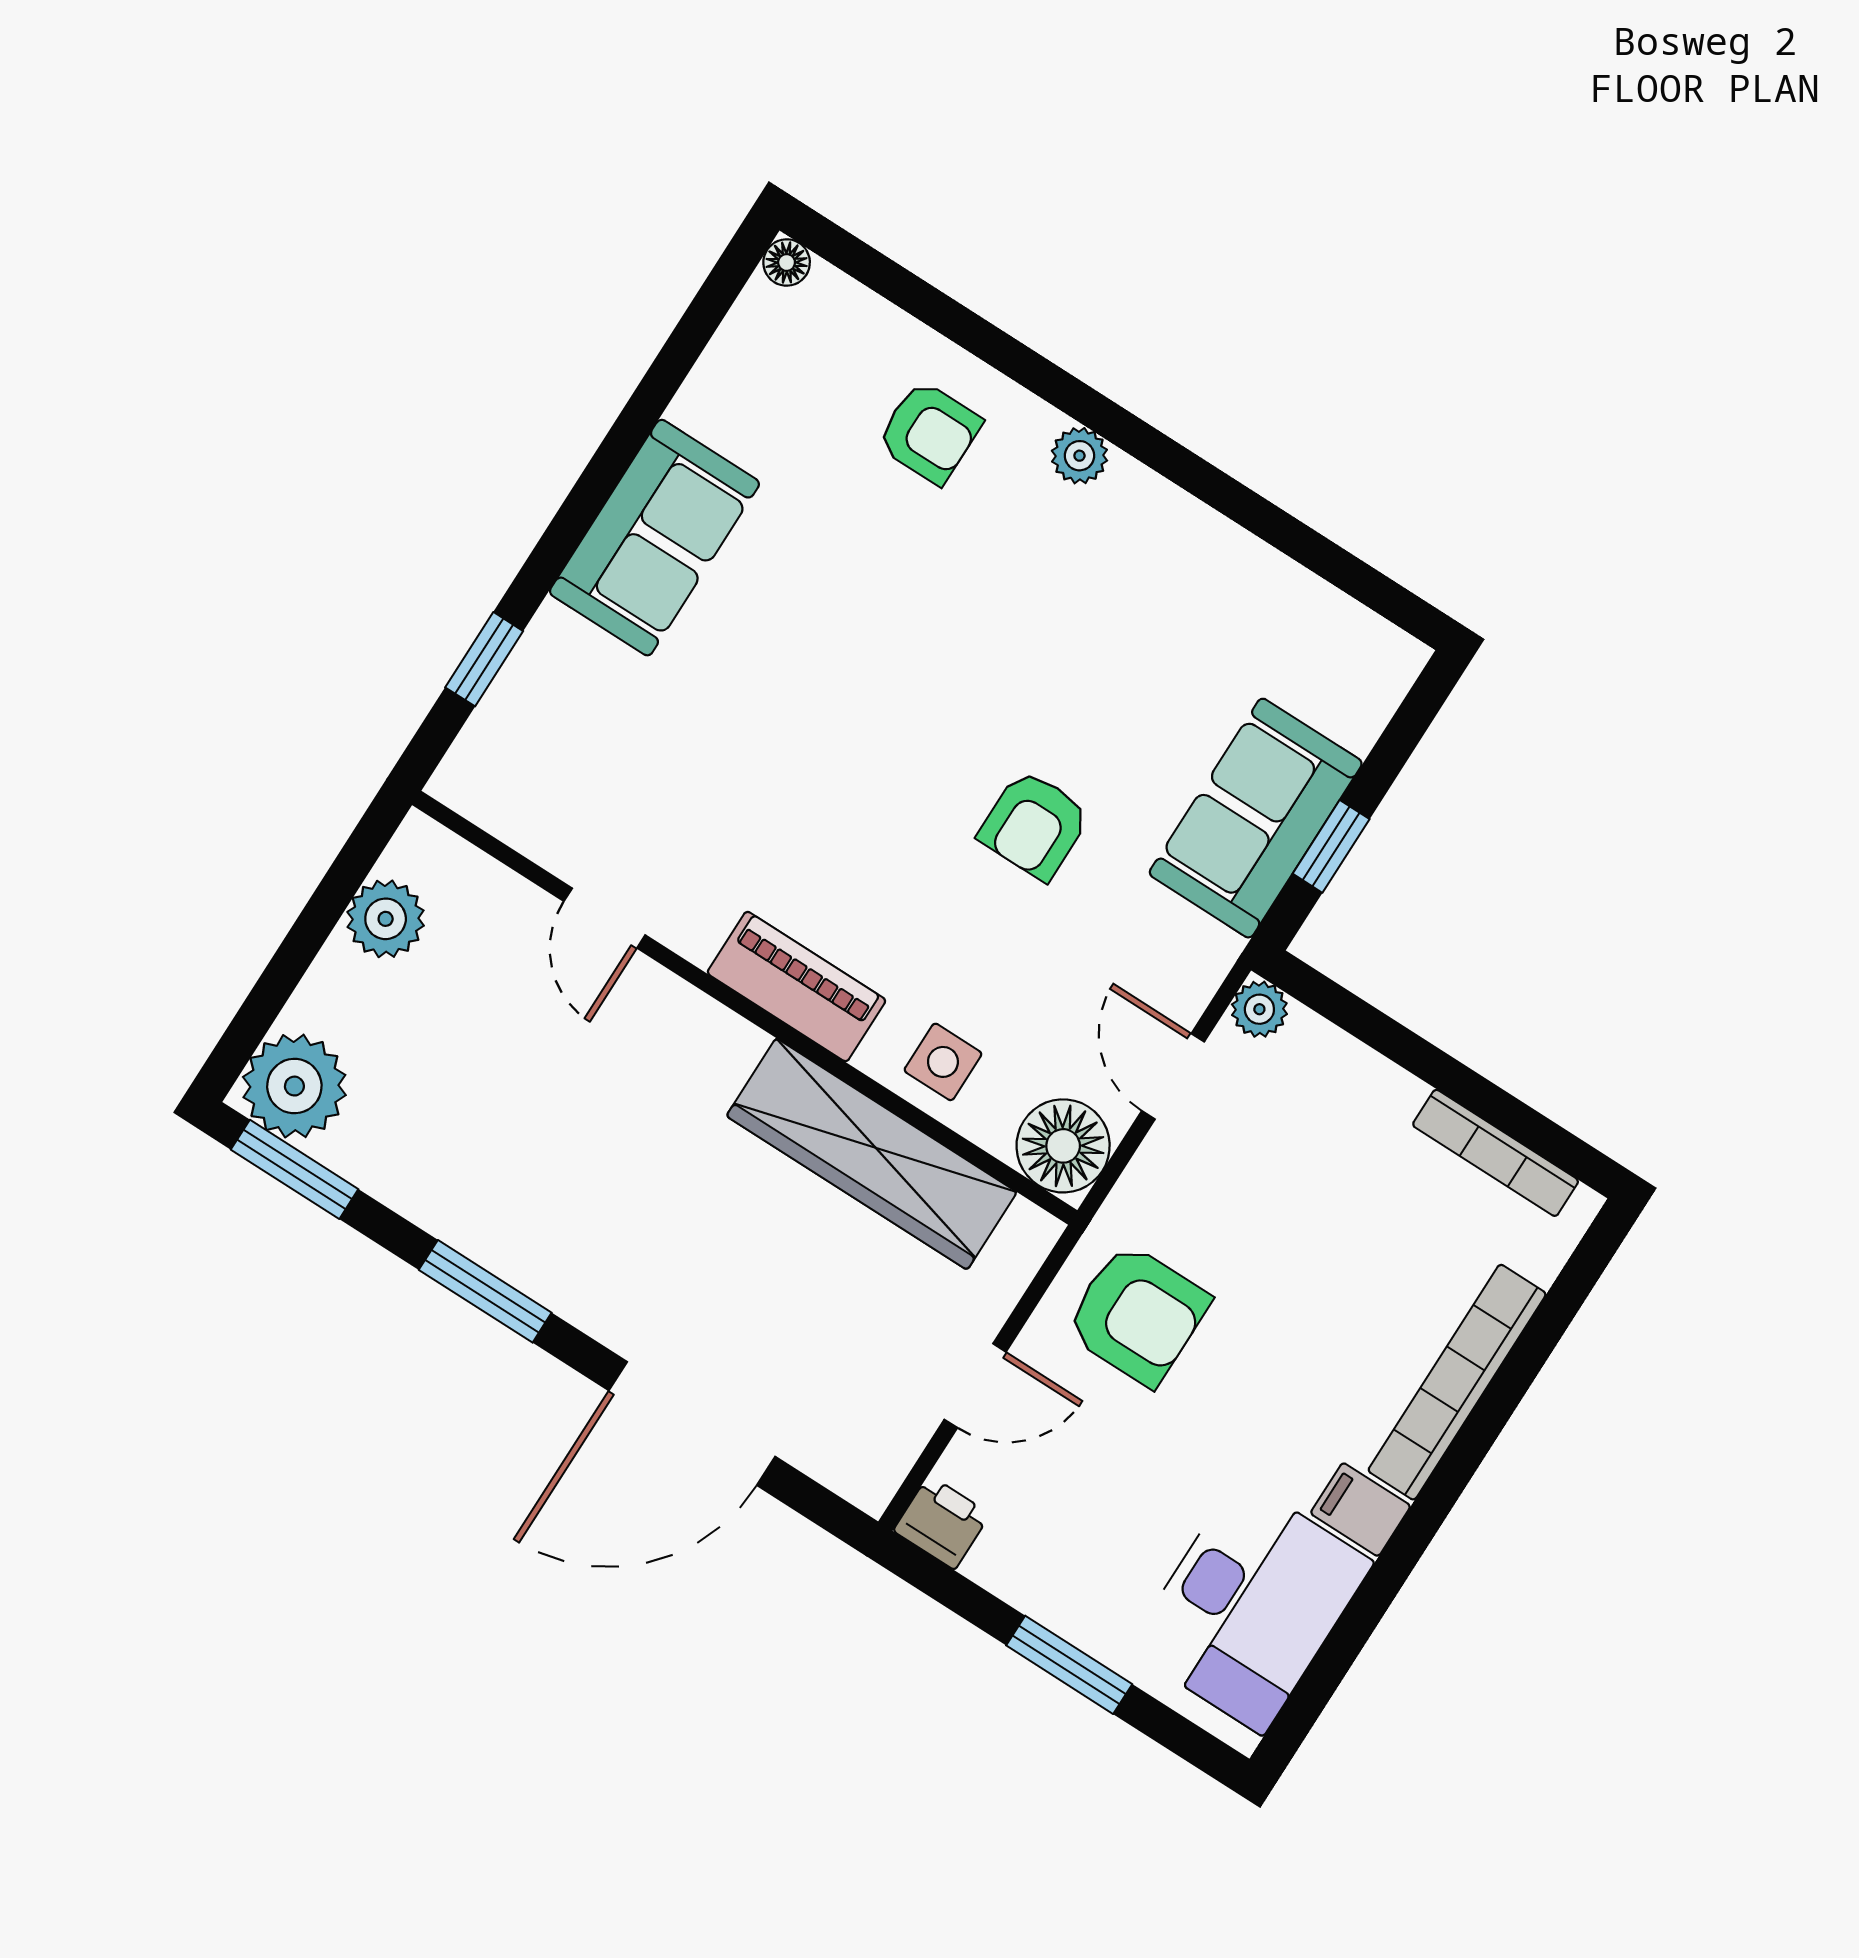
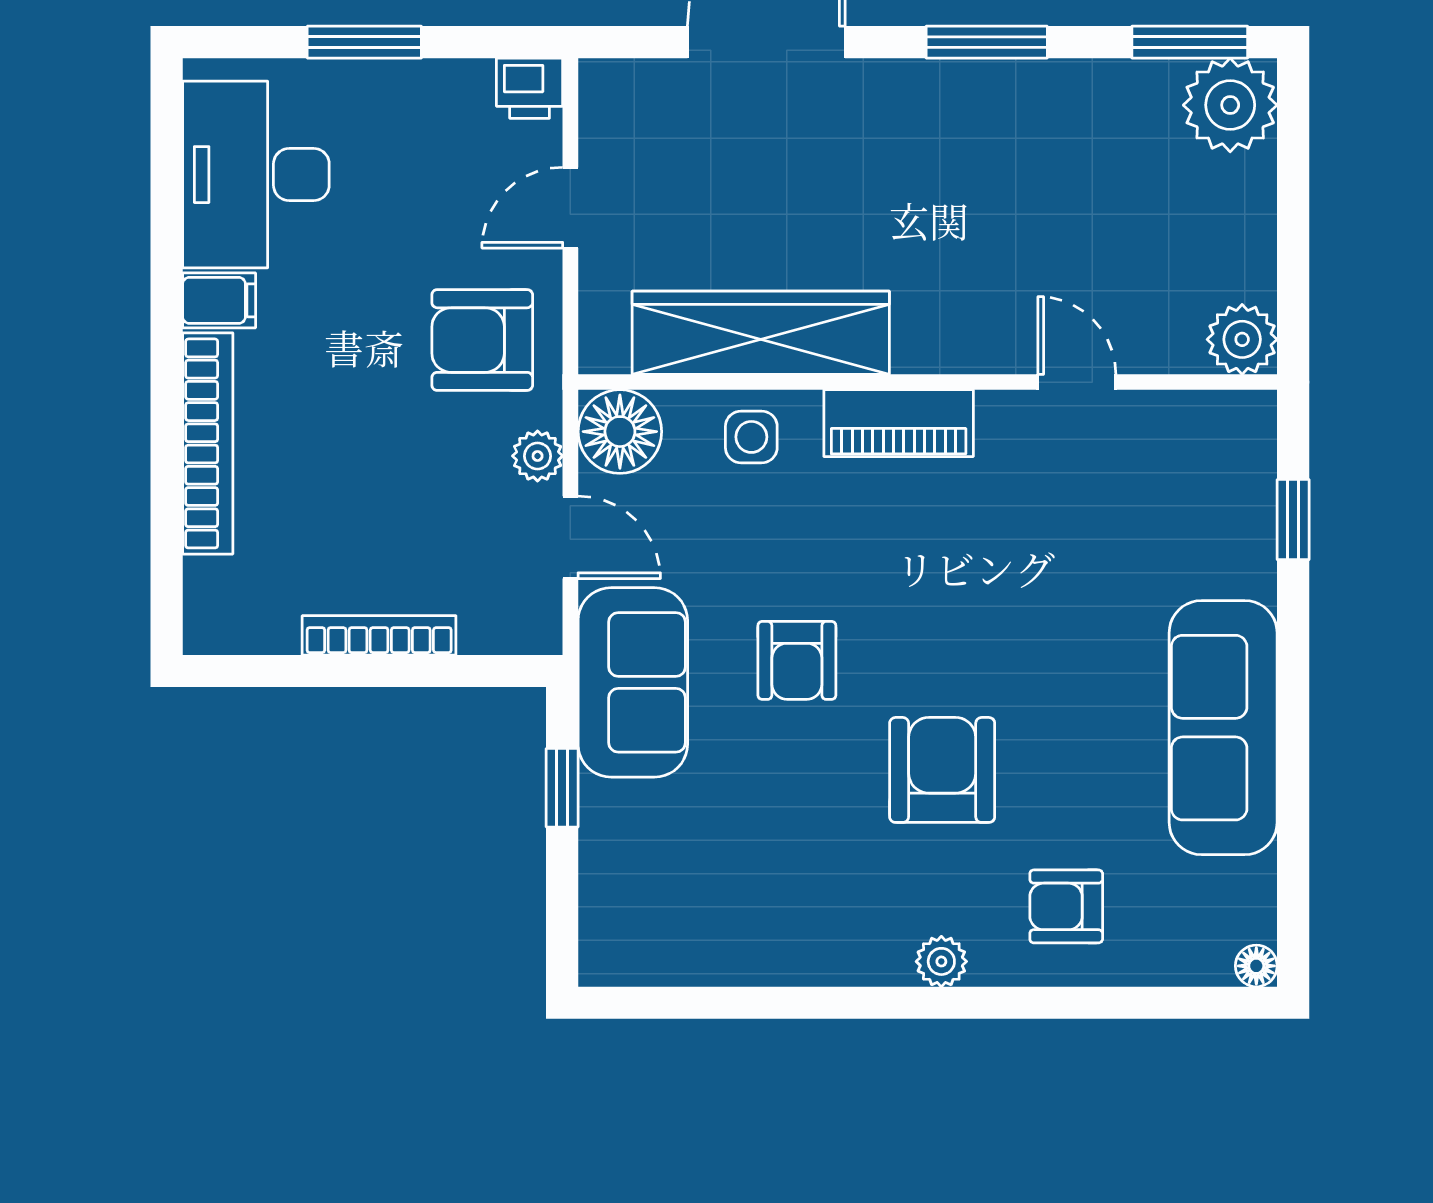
sofa: (654, 538) -> (1223, 728), width x1.36
armchair: (964, 635) -> (942, 770), added
sofa: (1256, 818) -> (633, 682), moved
armchair: (1034, 825) -> (797, 660), turned 180
plant: (386, 919) -> (1242, 339), moved
plant: (1259, 1009) -> (538, 456), moved
bookcase: (1496, 1153) -> (379, 635), moved

